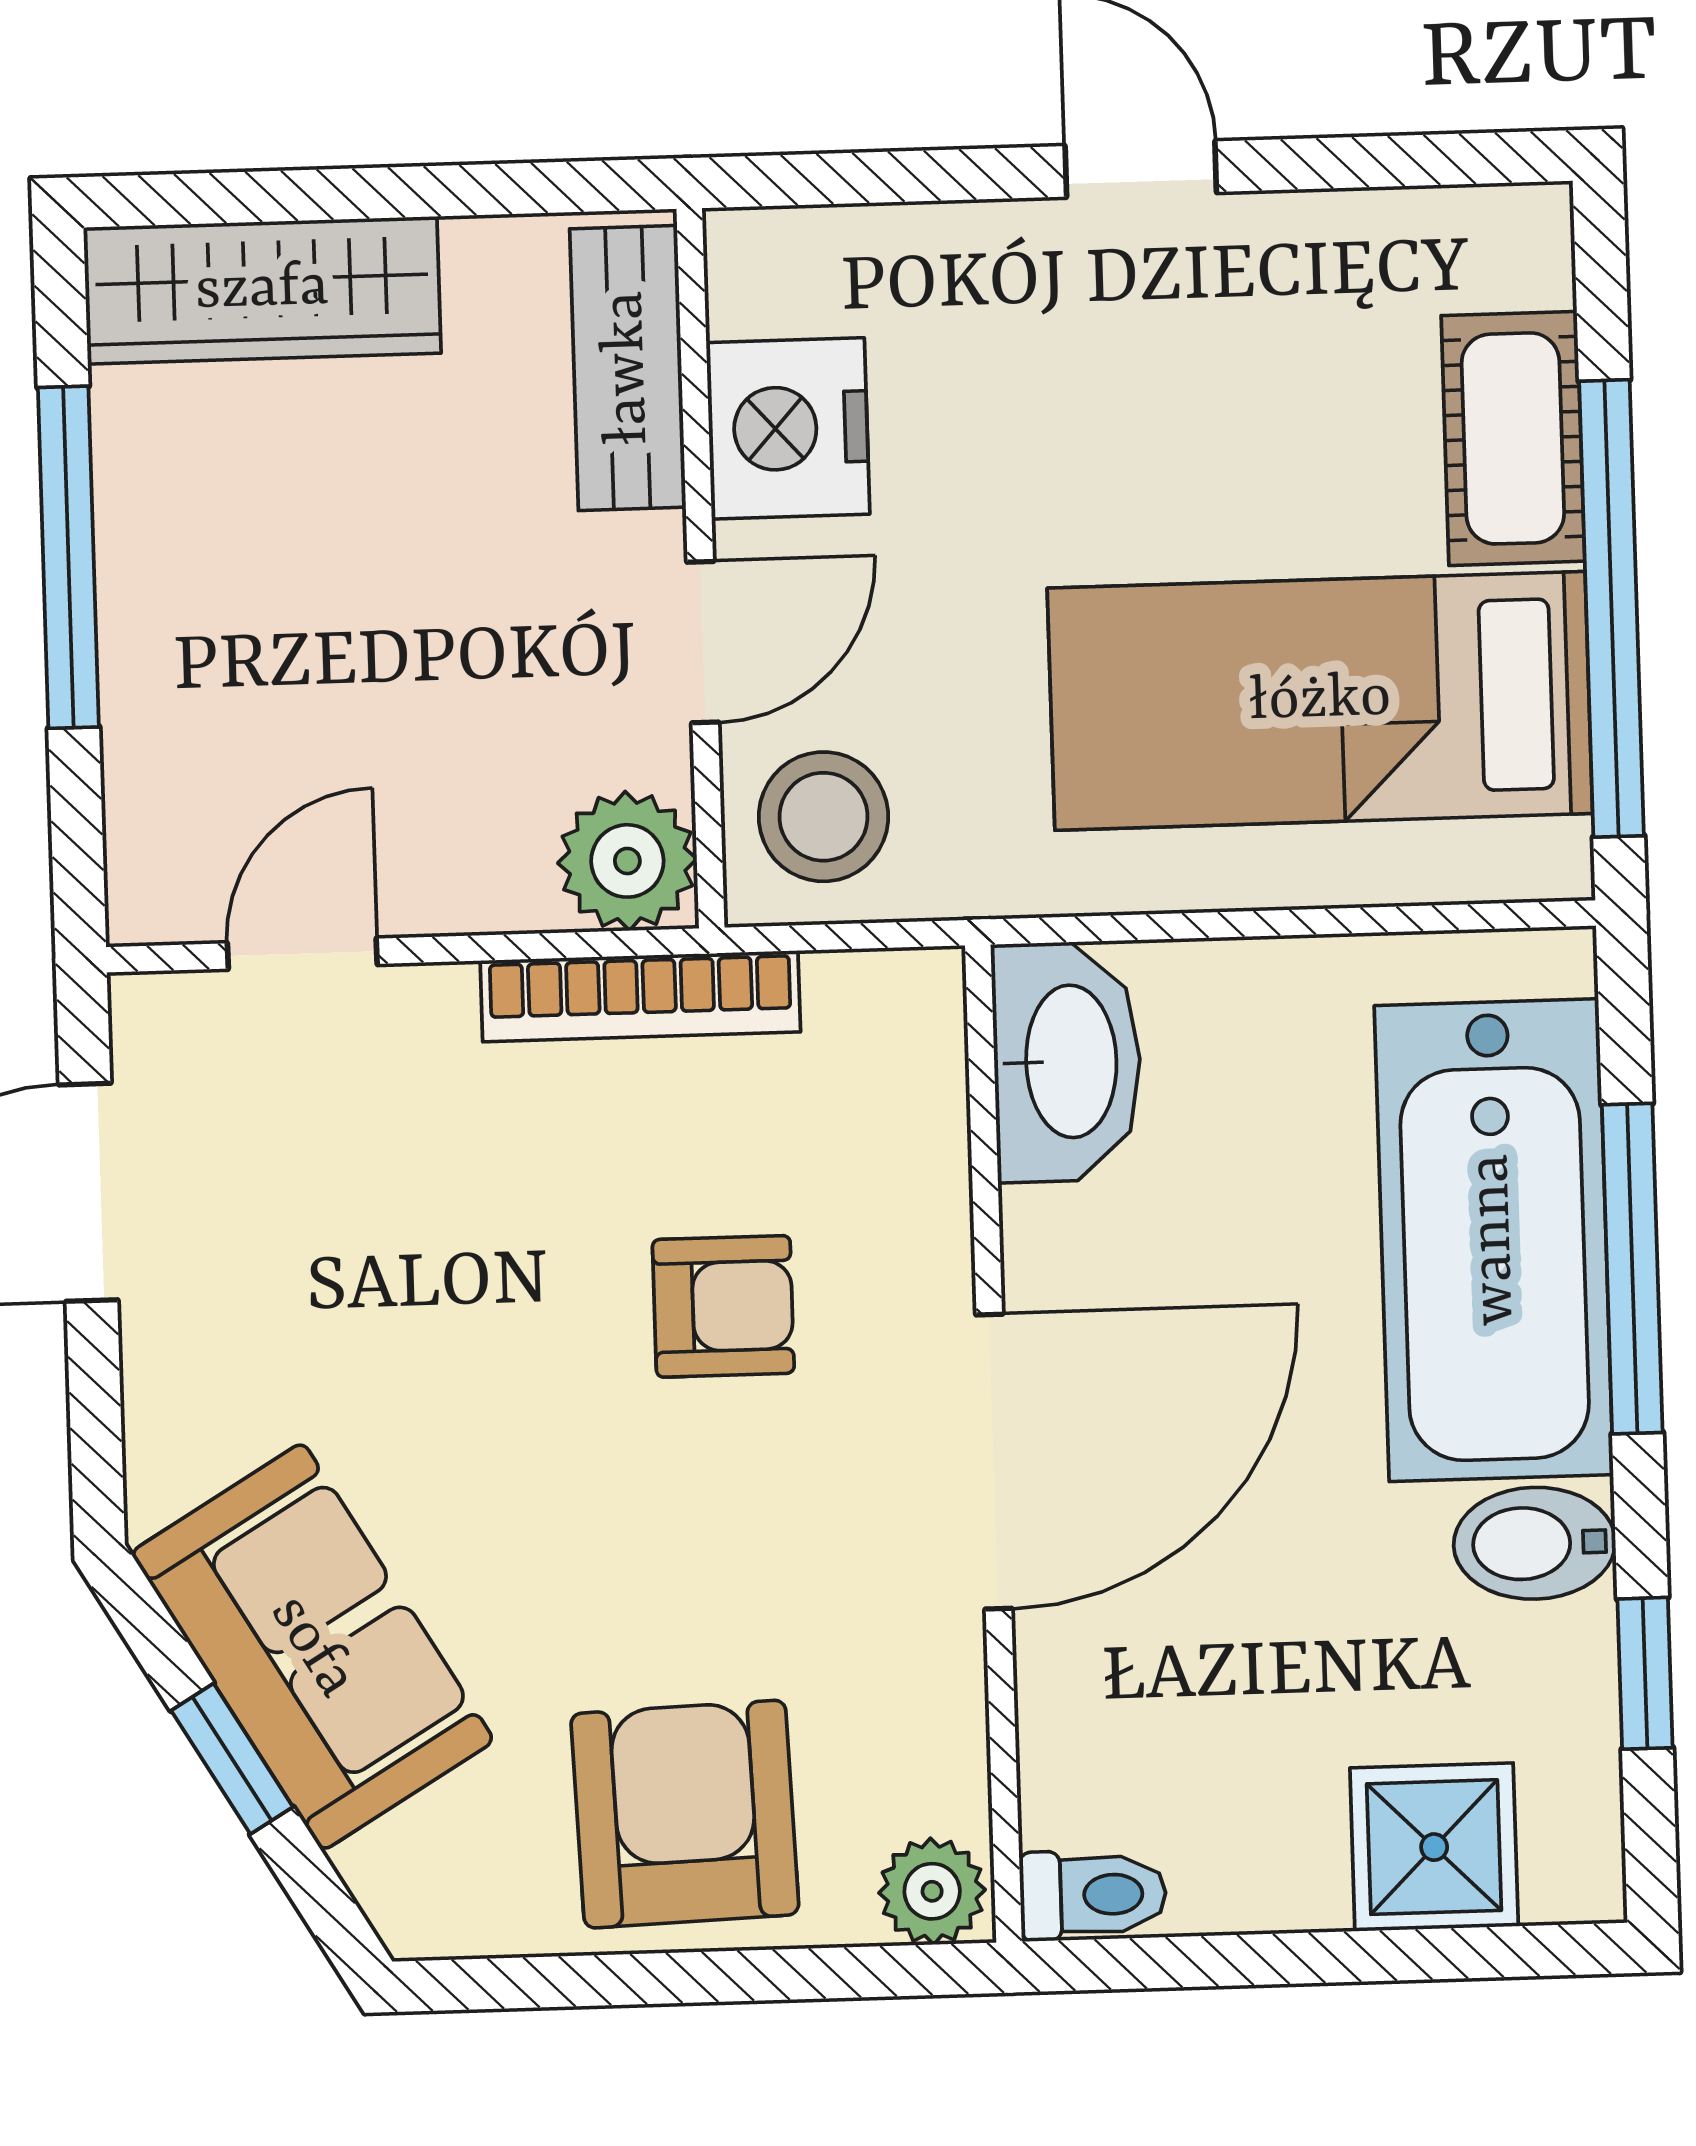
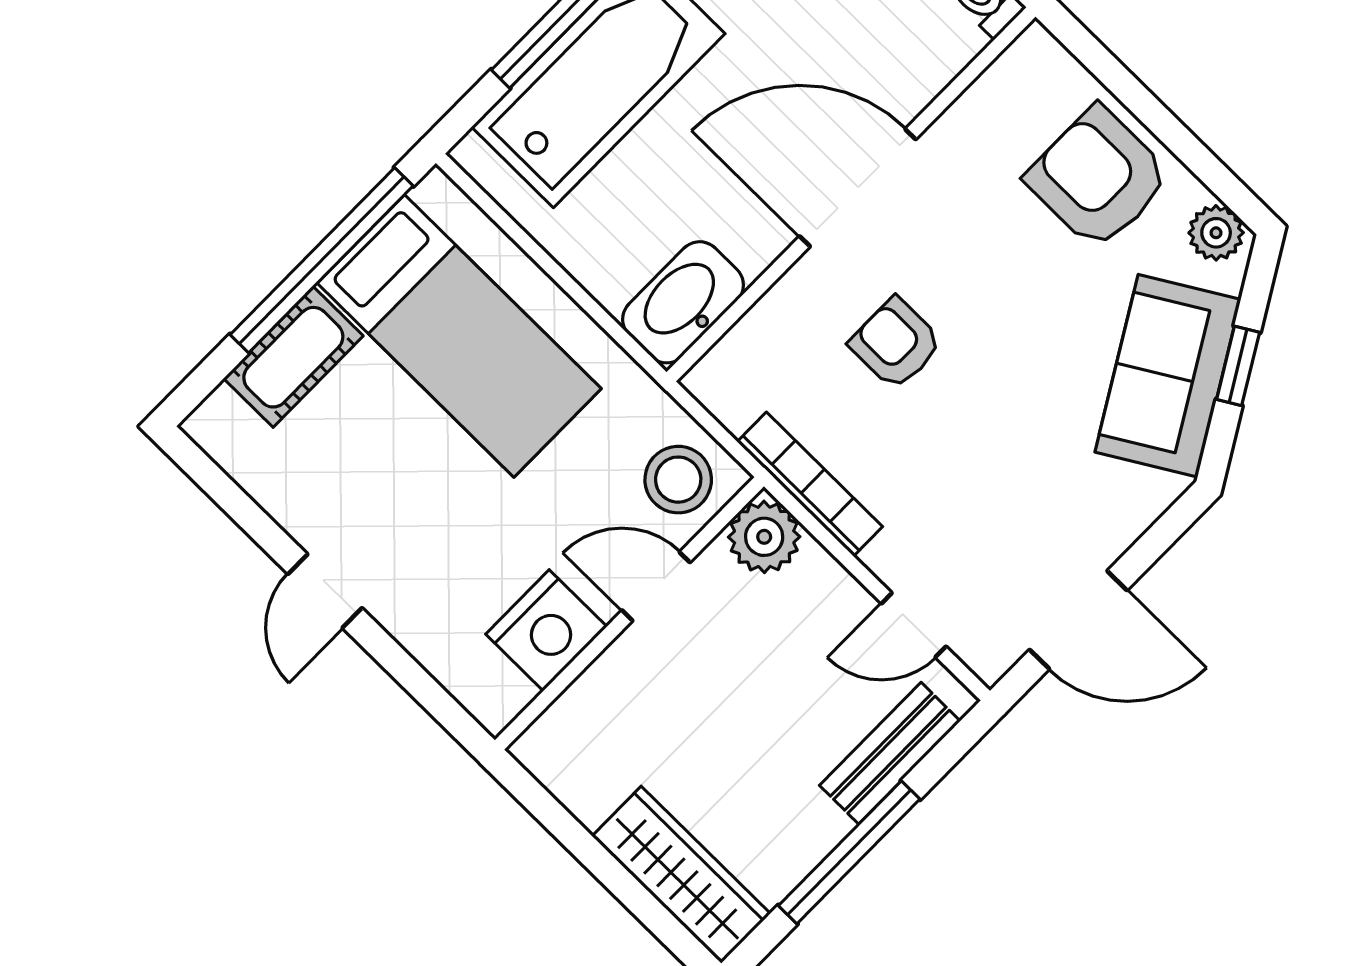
bench: (628, 368) -> (890, 753), moved
armchair: (685, 1814) -> (1098, 178), turned 92
plant: (932, 1891) -> (1216, 233), moved

